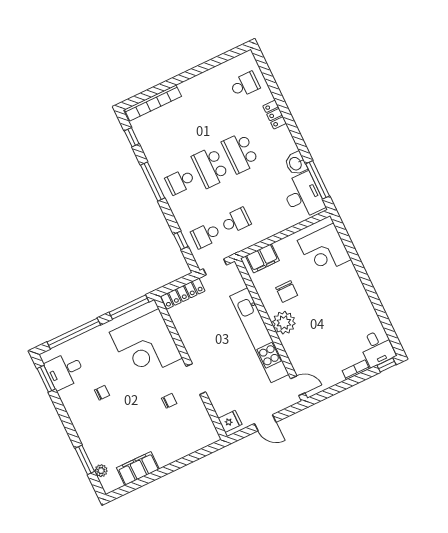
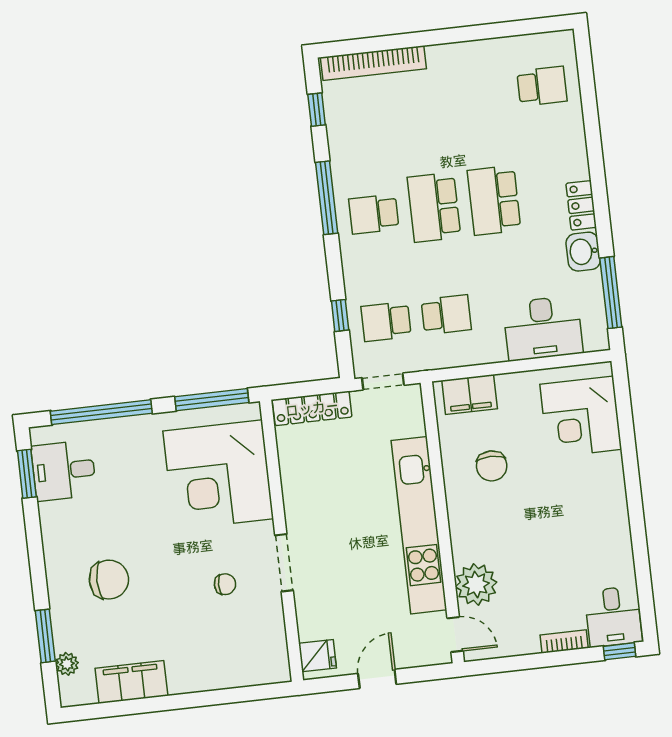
locker: (275, 115) -> (581, 205), moved
desk: (303, 196) -> (543, 328), moved, turned 90
plant: (284, 323) -> (476, 584), moved
chair: (102, 393) -> (109, 580), moved, width x1.87, depth x1.87
door: (265, 423) -> (377, 679), swing flipped

